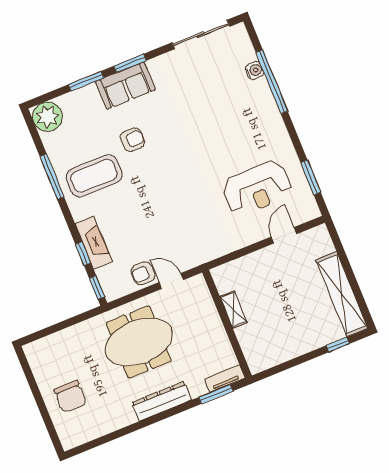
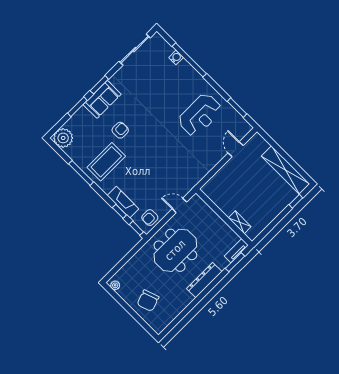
reception desk: (257, 188) -> (200, 115), moved
armchair: (143, 273) -> (150, 218), moved
shelving: (234, 310) -> (240, 222), moved
plant: (33, 355) -> (115, 285), added
chair: (70, 397) -> (148, 301), turned 71

